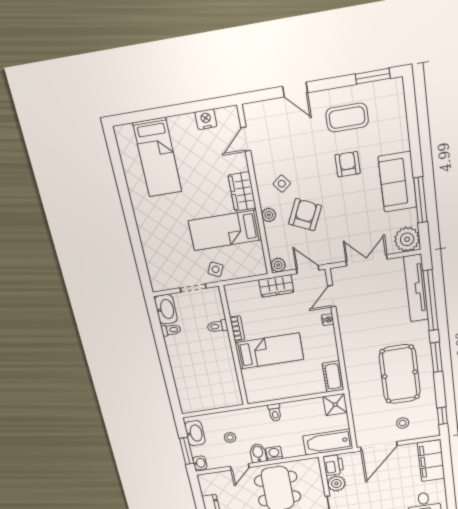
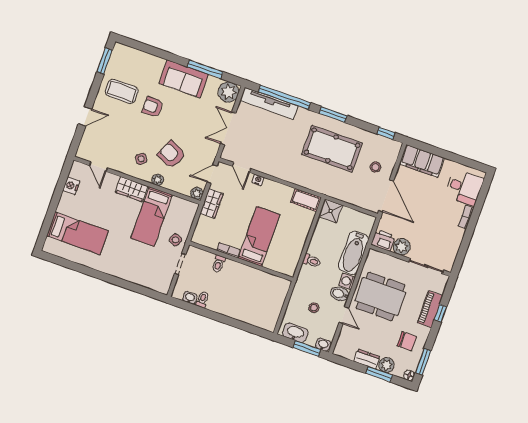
coffee table: (347, 118) -> (122, 91), turned 90
washbasin: (166, 309) -> (190, 298), width x0.52, depth x0.69
bathtub: (328, 442) -> (353, 253), moved

